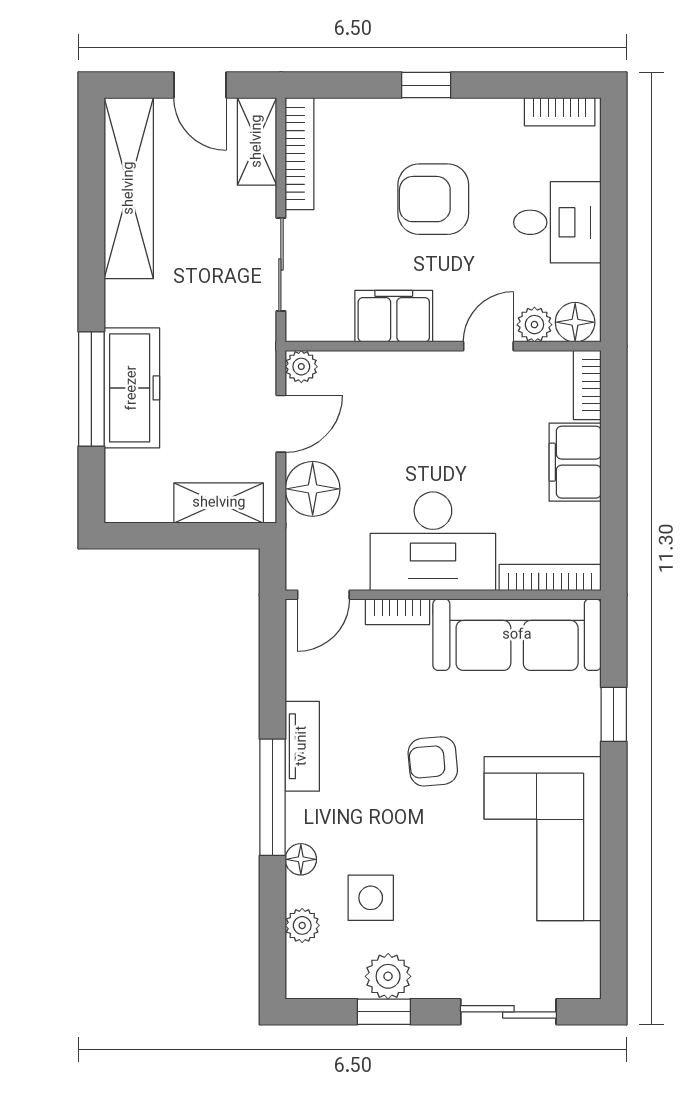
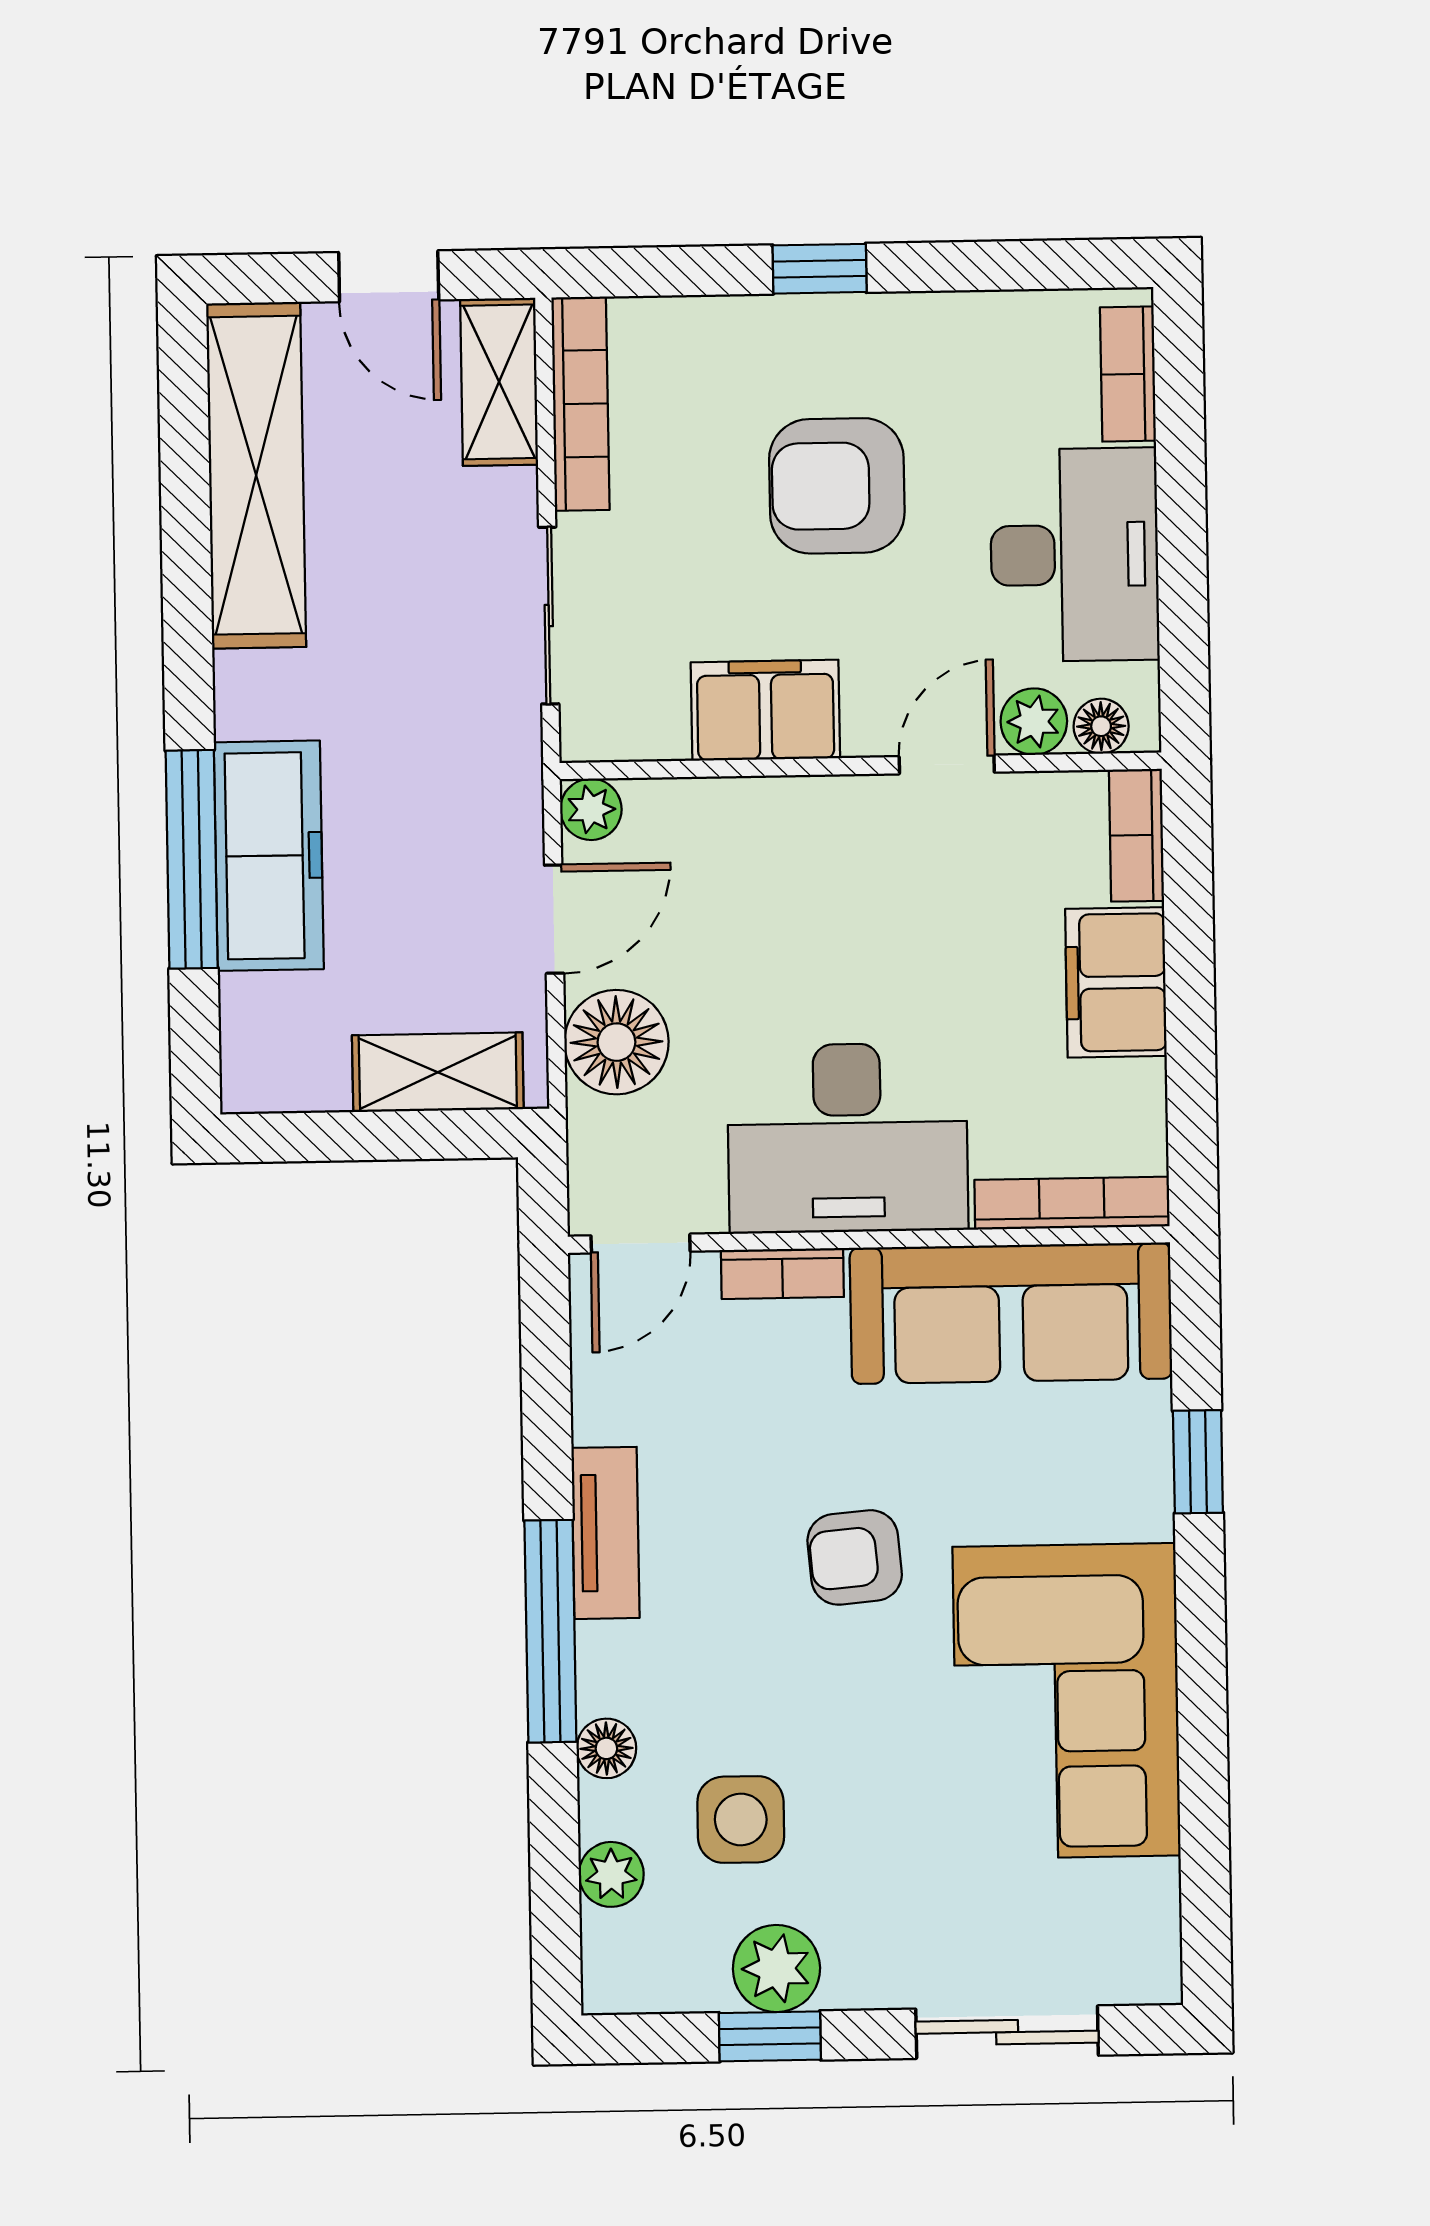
bookcase: (560, 112) -> (1128, 374), moved, turned 90
desk: (557, 222) -> (1075, 555), width x1.37
floor lamp: (575, 322) -> (1101, 726), width x0.73, depth x0.73

